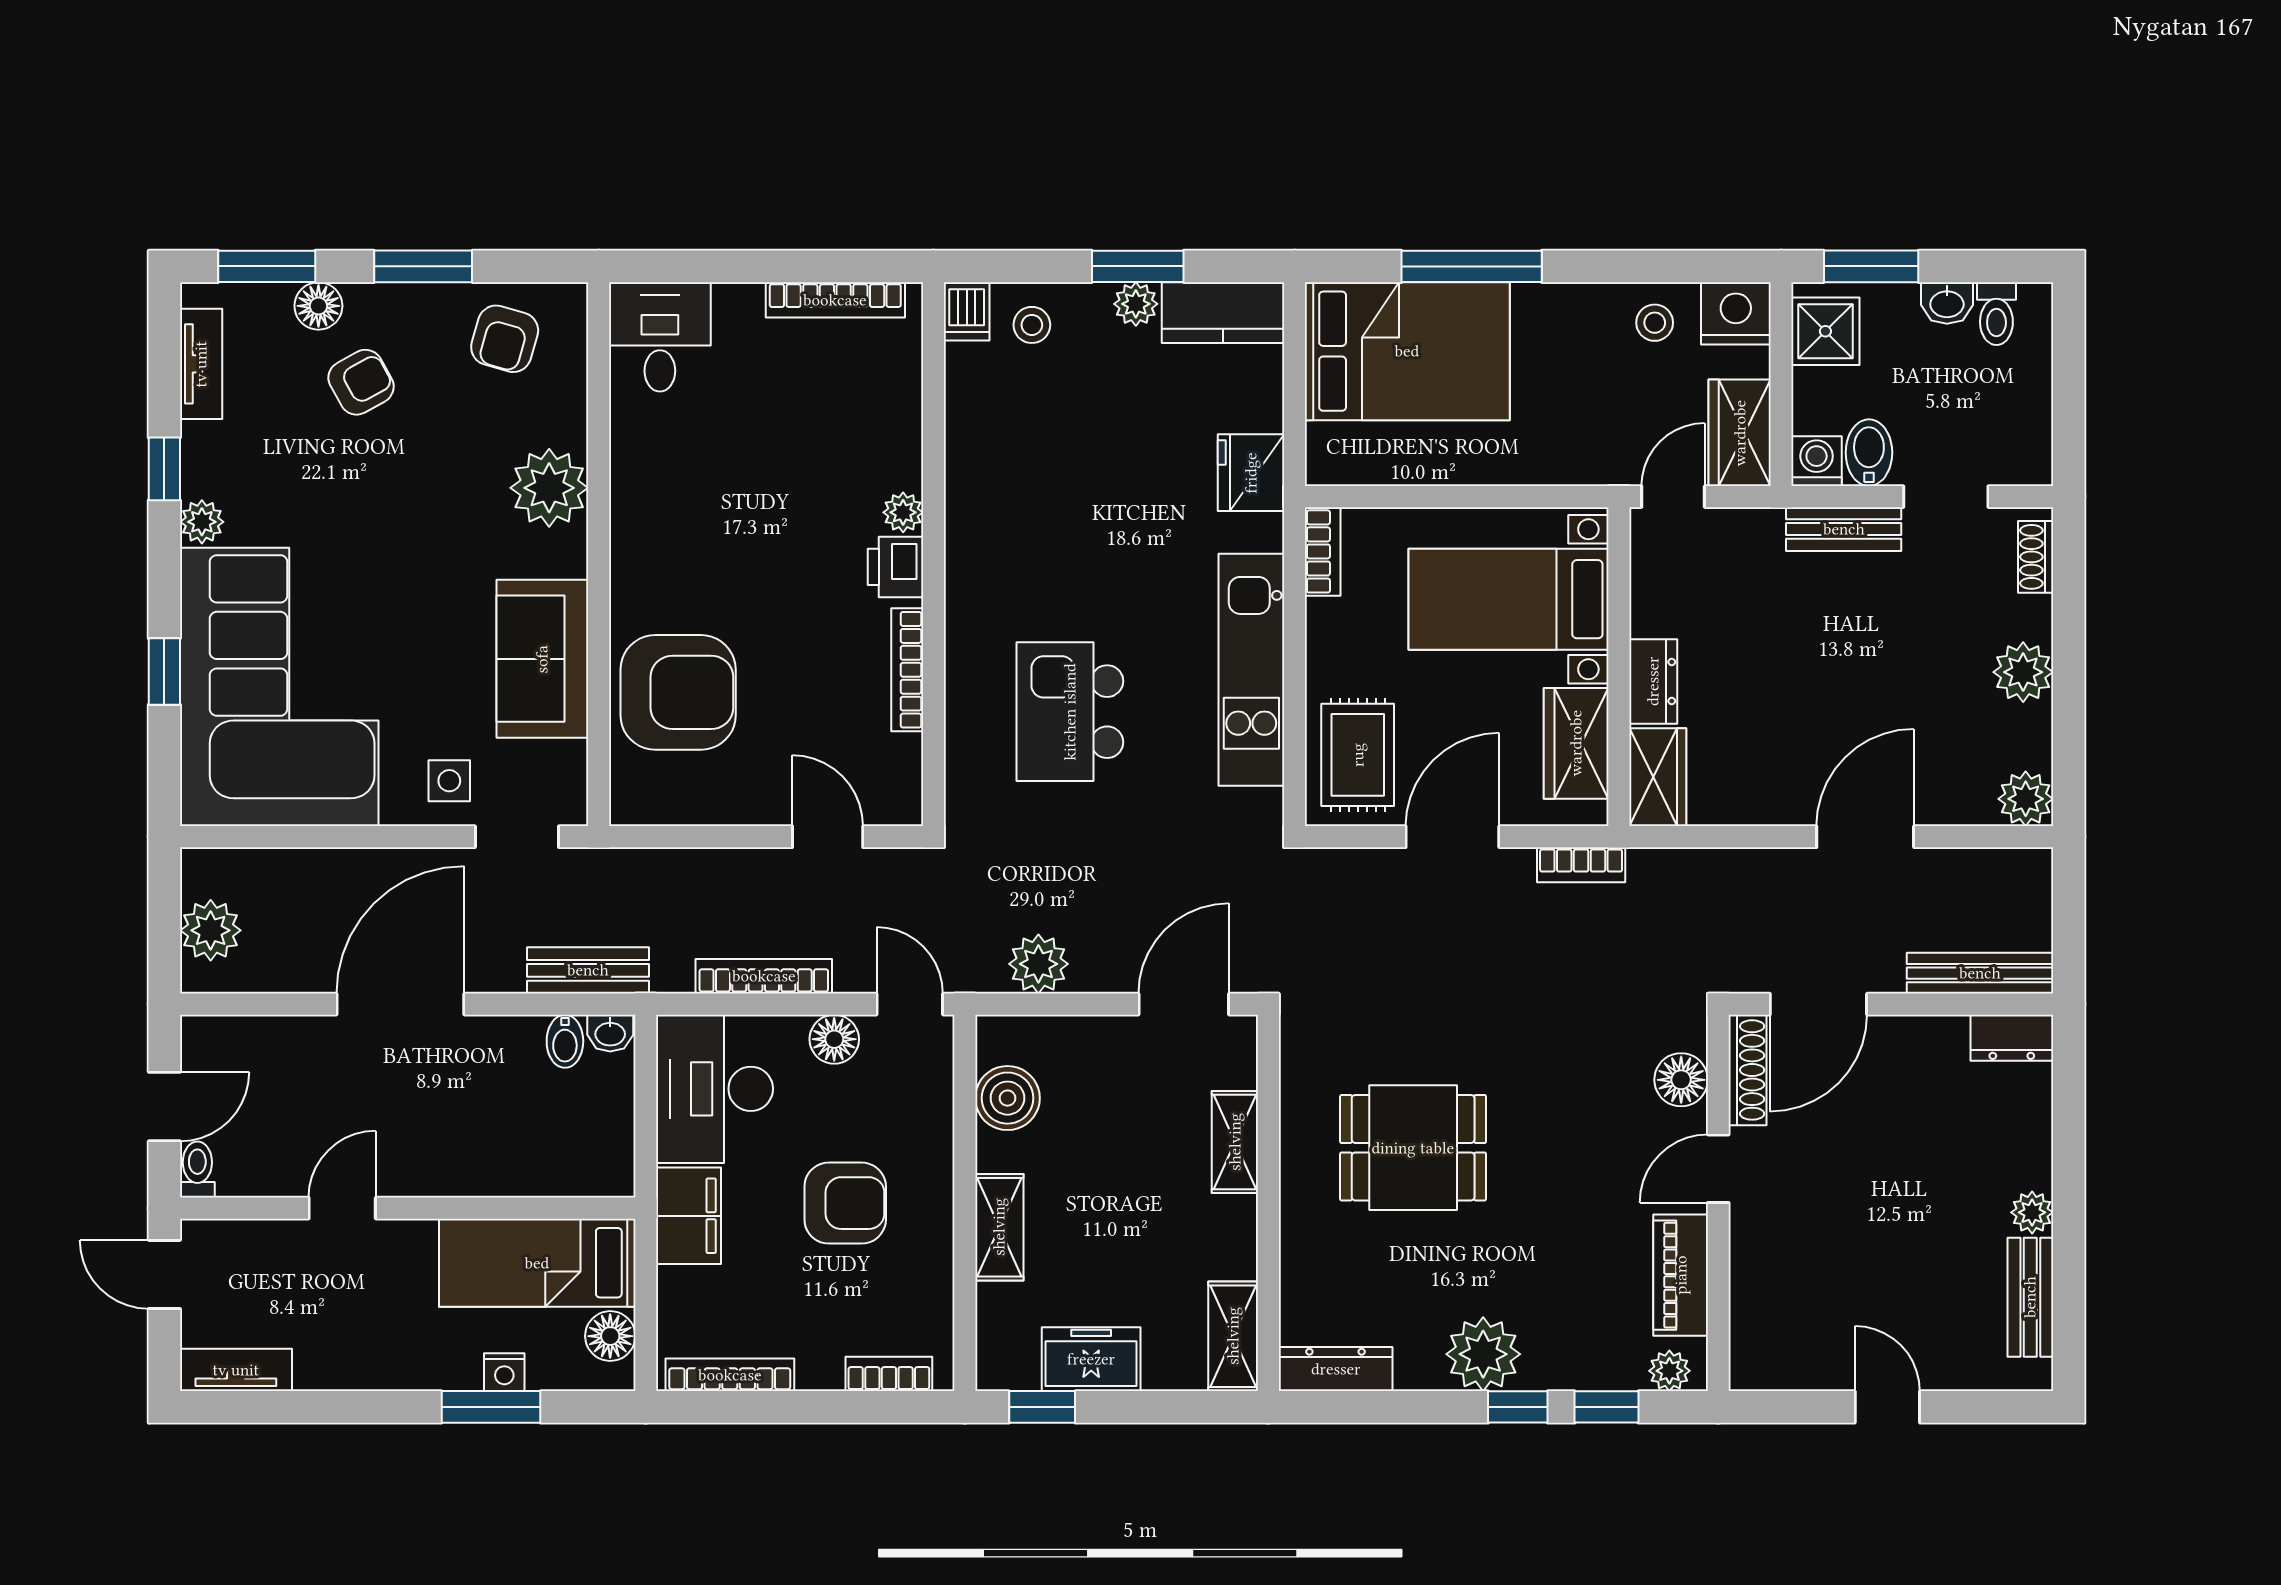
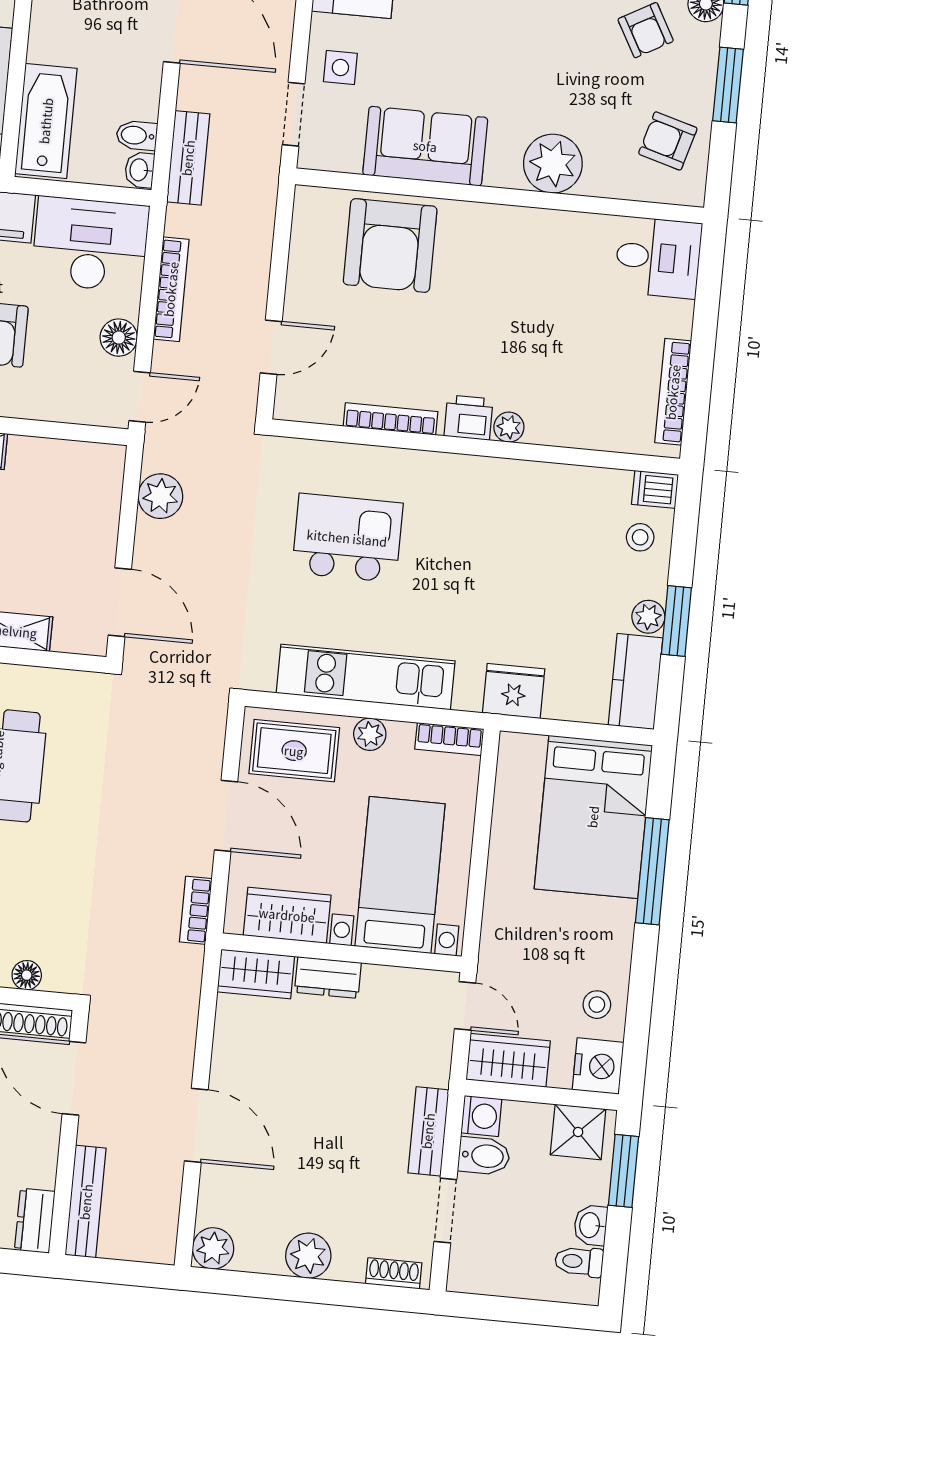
plant: (1326, 657) -> (370, 734), added
floor lamp: (1681, 1080) -> (27, 975), width x0.73, depth x0.73
boiler: (1007, 1098) -> (62, 463), removed
bathtub: (557, 1163) -> (46, 121), added

